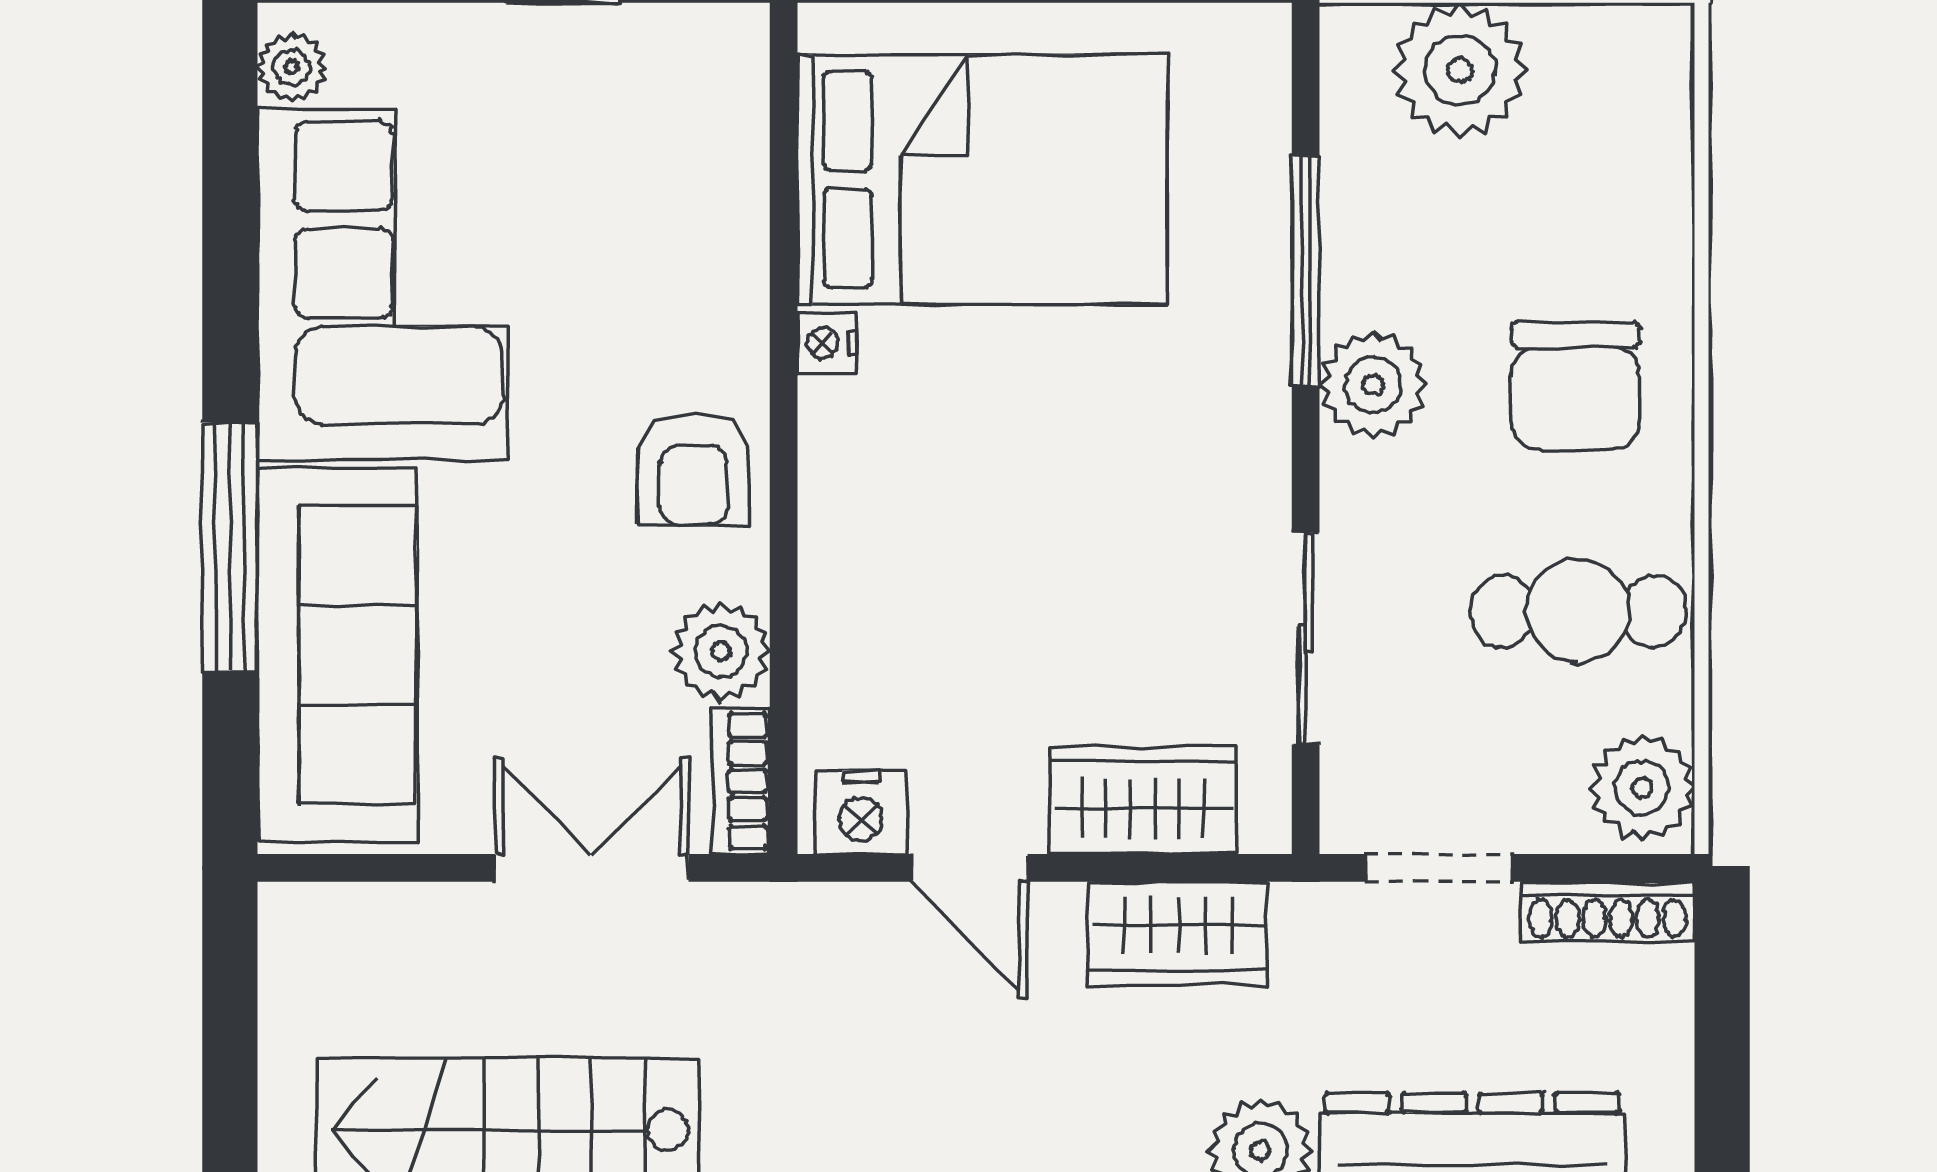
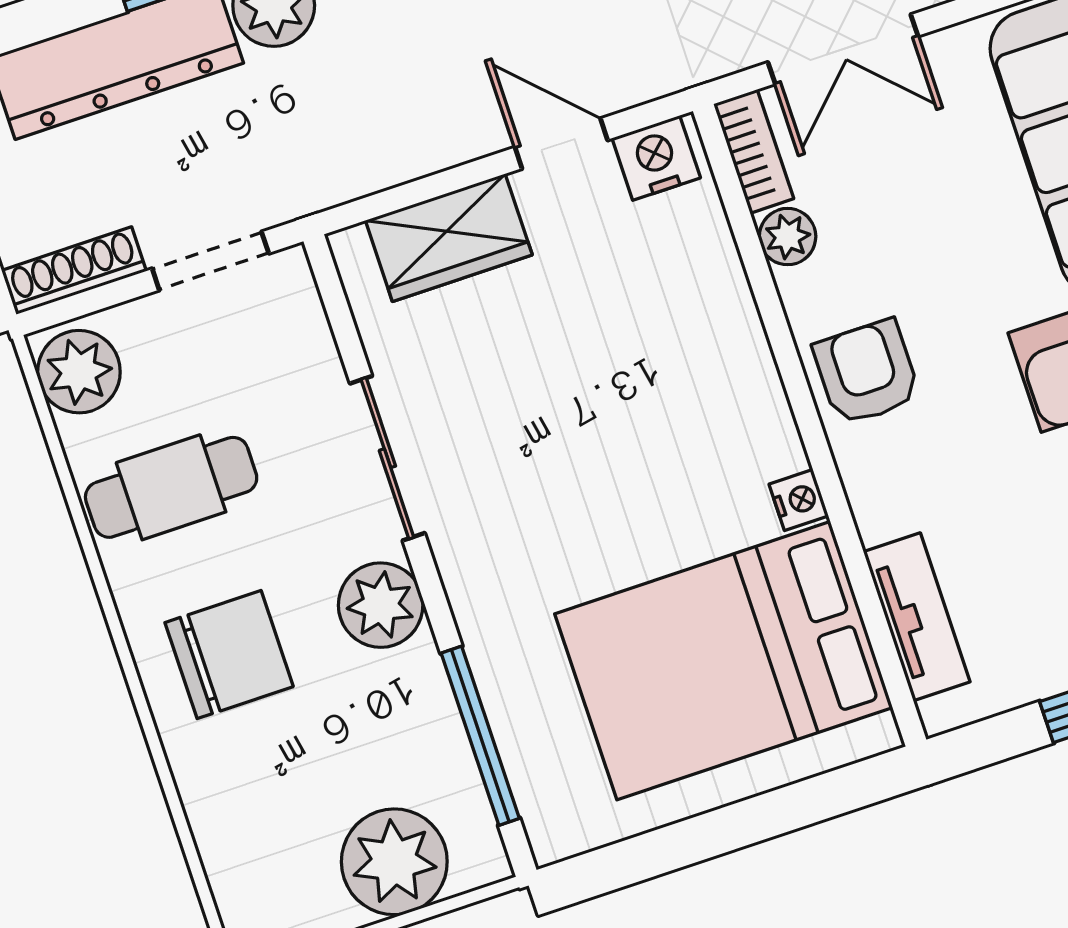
tv unit: (732, 155) -> (917, 617), added
window: (1306, 271) -> (480, 736), moved
chair: (1575, 386) -> (229, 655), turned 90
sliding door: (1306, 639) -> (387, 458), moved
plant: (721, 651) -> (788, 237), width x0.73, depth x0.73
wardrobe: (1178, 934) -> (389, 147), removed

